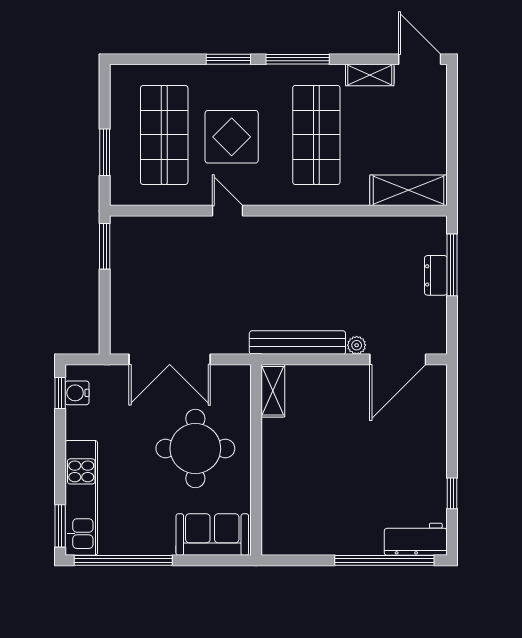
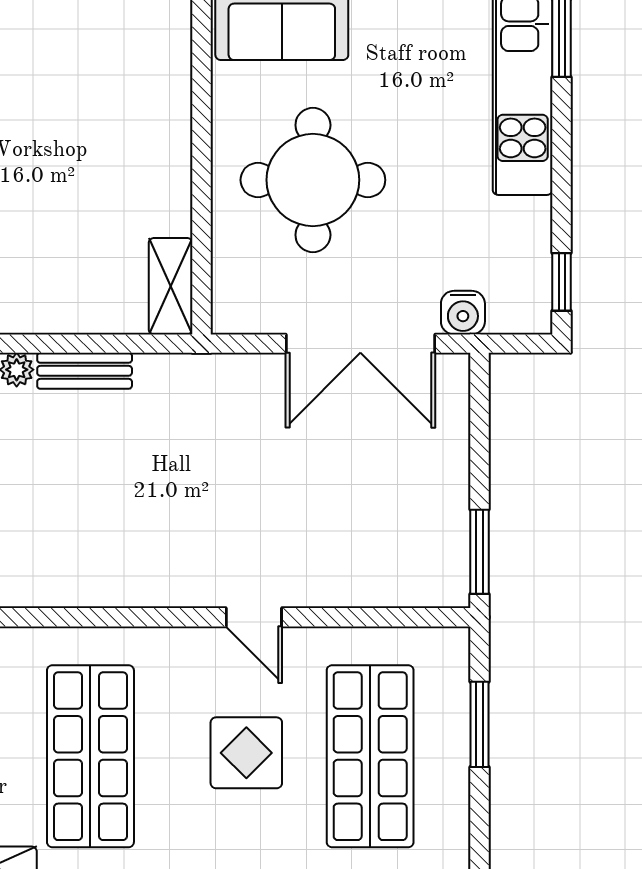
display table: (232, 137) -> (246, 753), width x0.73, depth x0.73
bench: (297, 343) -> (85, 371), width x0.54, depth x0.82
double door: (170, 359) -> (360, 344), swing flipped
water cooler: (77, 393) -> (463, 313), moved, turned 90

